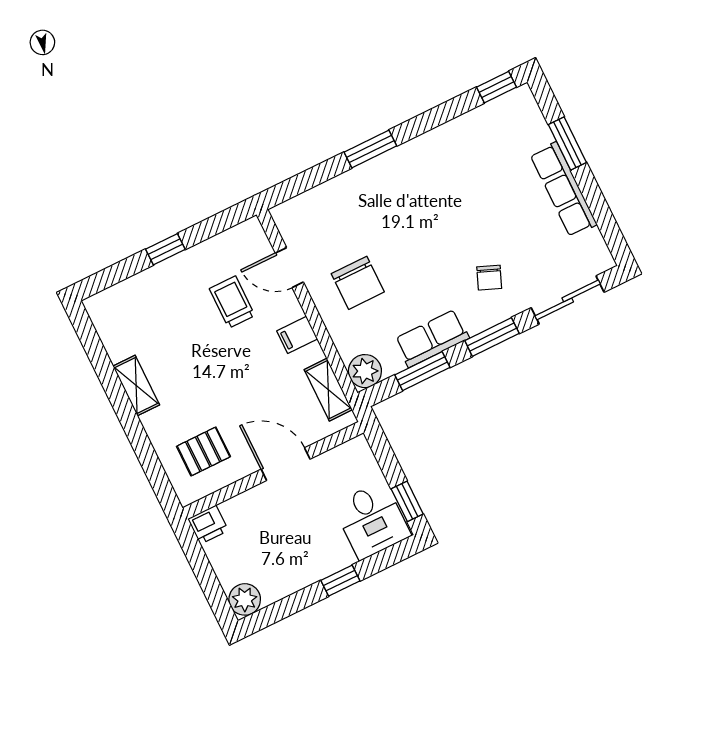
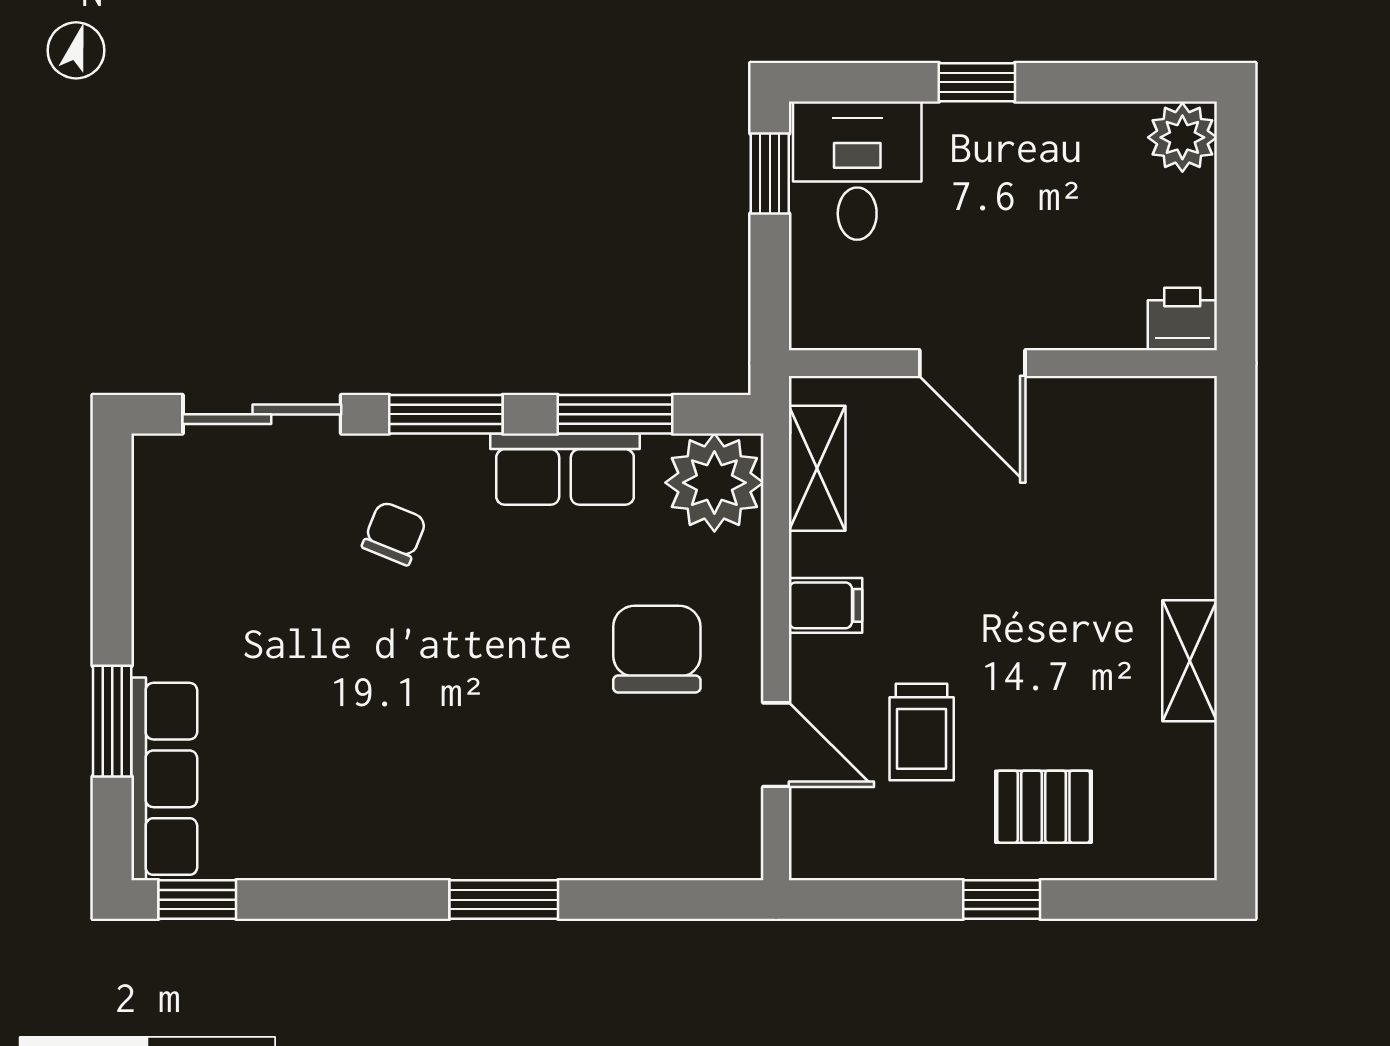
row of seats: (563, 189) -> (164, 779), moved
plant: (365, 371) -> (714, 483), width x1.36, depth x1.36
pallet: (203, 451) -> (1044, 807), moved

